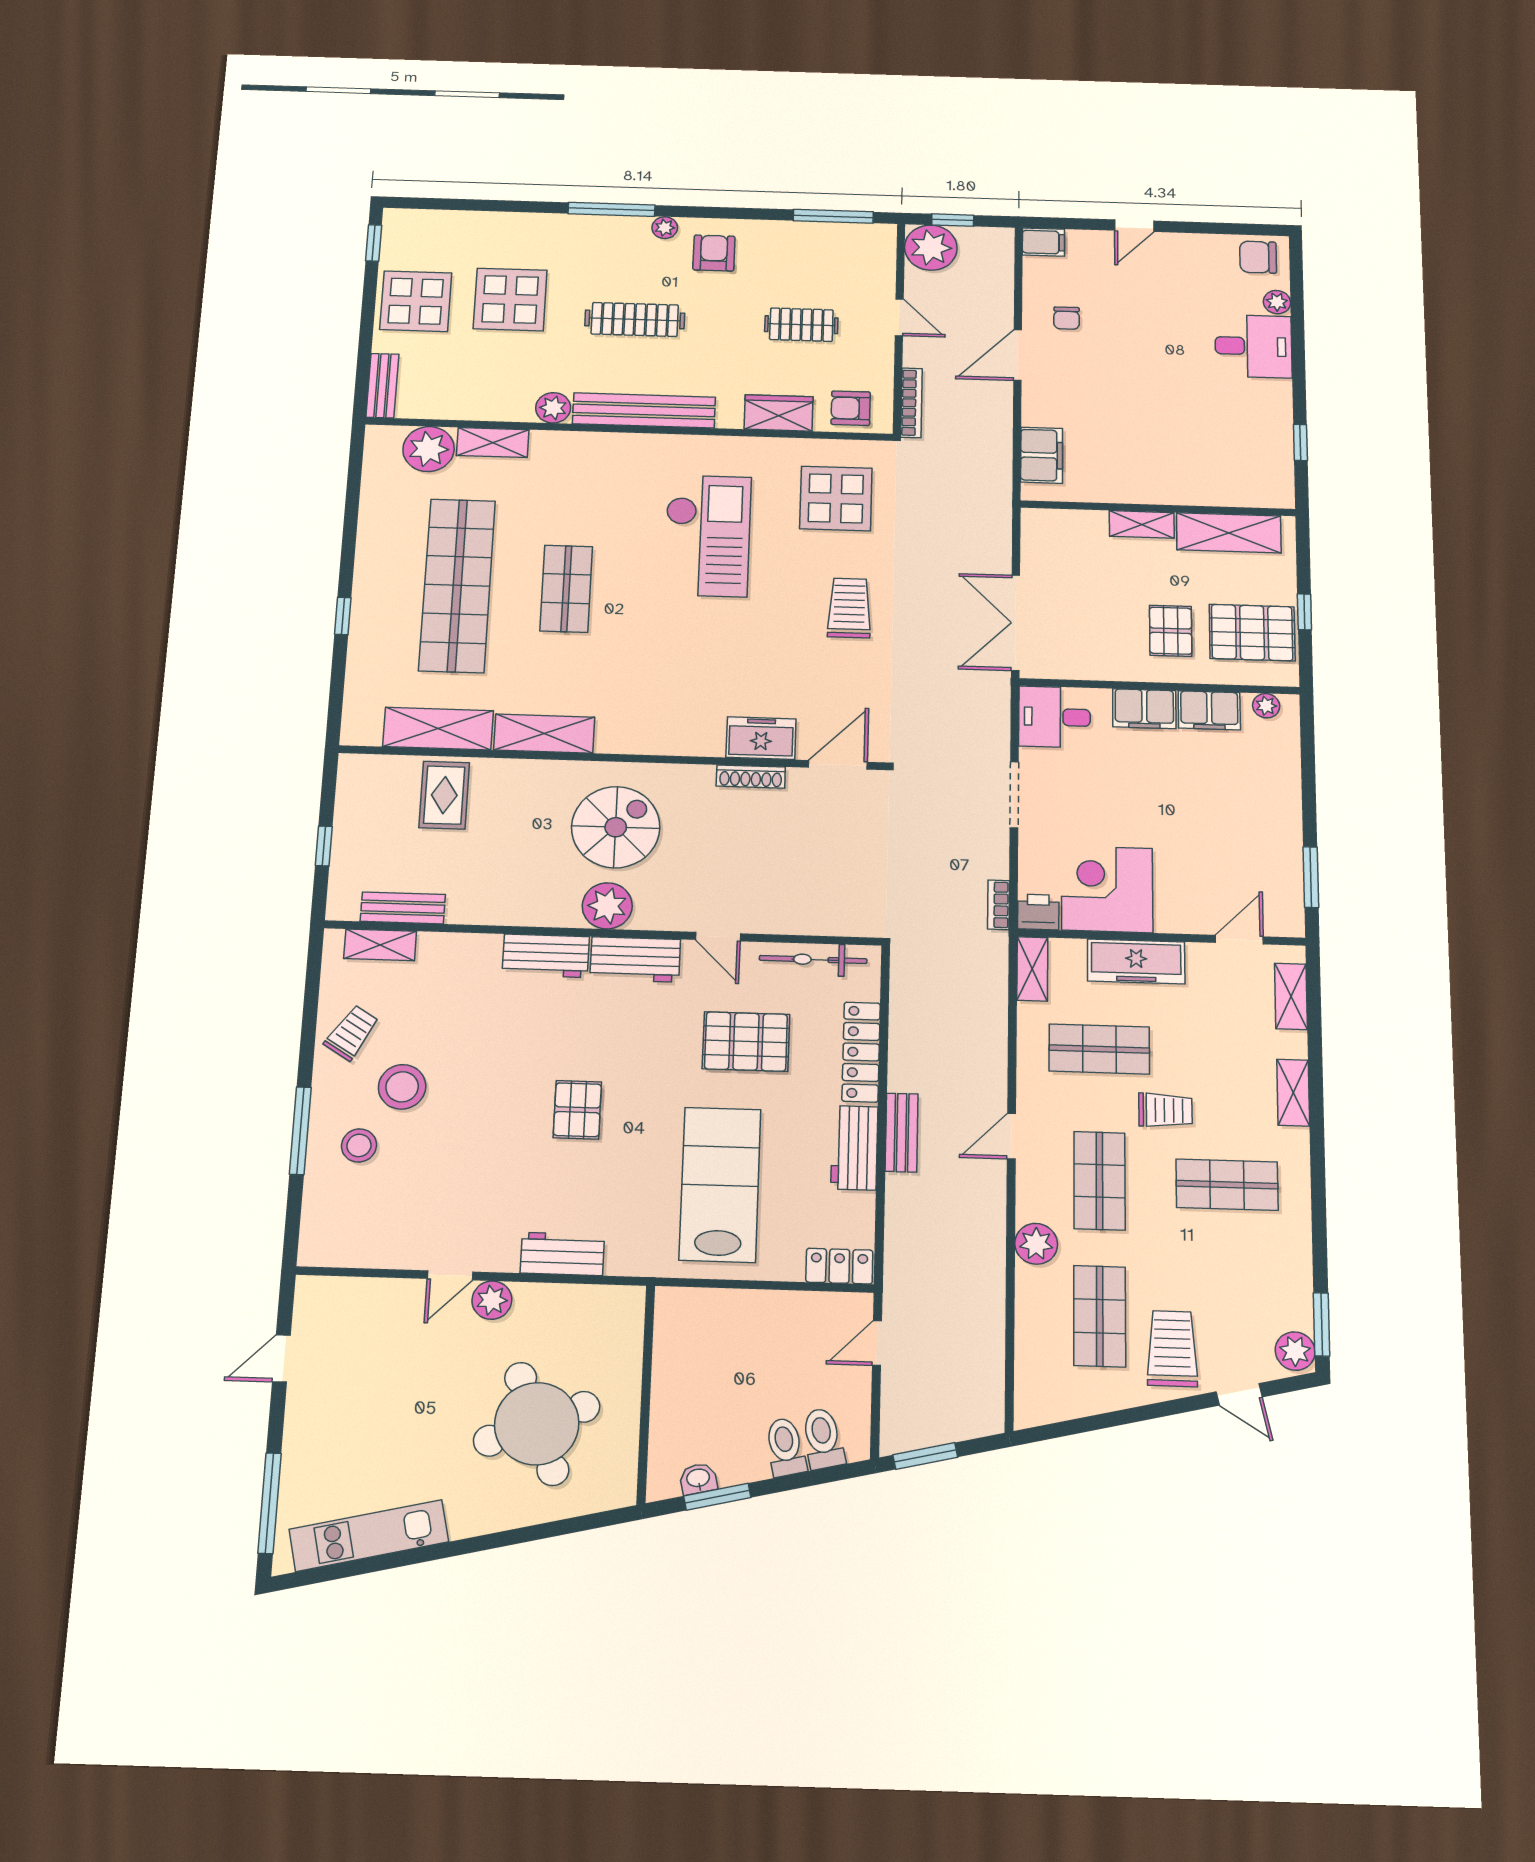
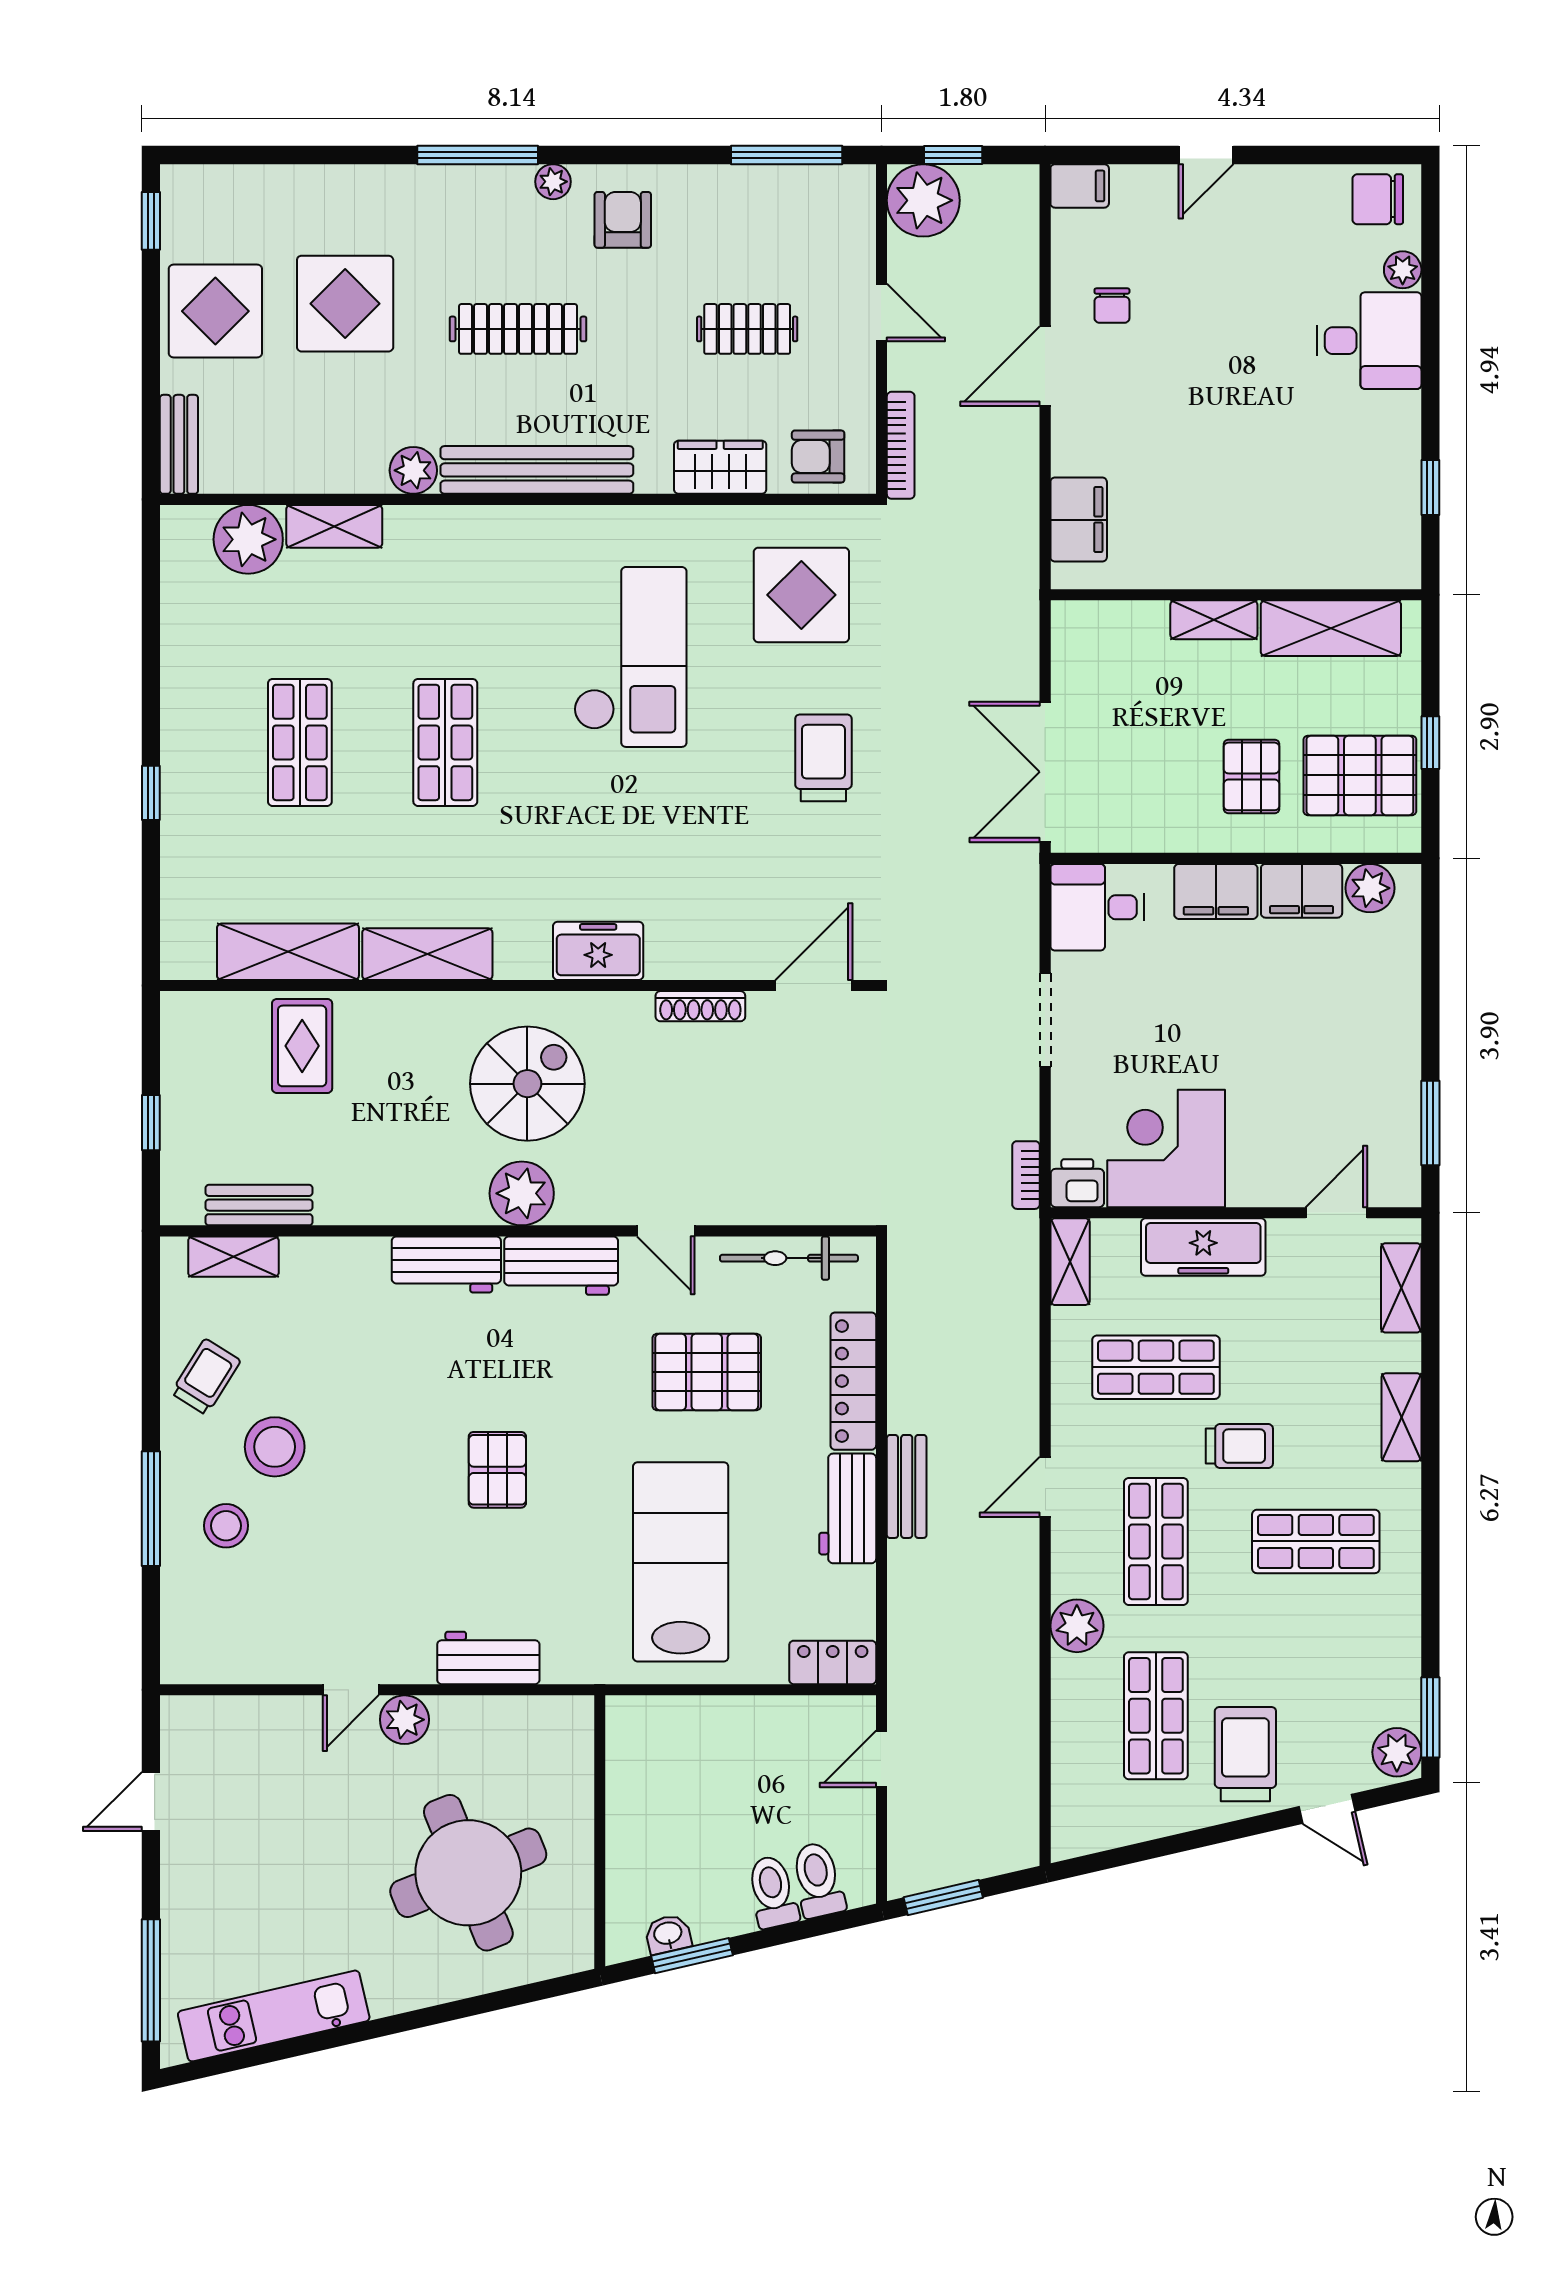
shop shelf: (457, 585) -> (300, 742), width x0.50, depth x0.74
plant: (1266, 706) -> (1370, 888), width x1.38, depth x1.38
freezer: (761, 738) -> (598, 951), moved

